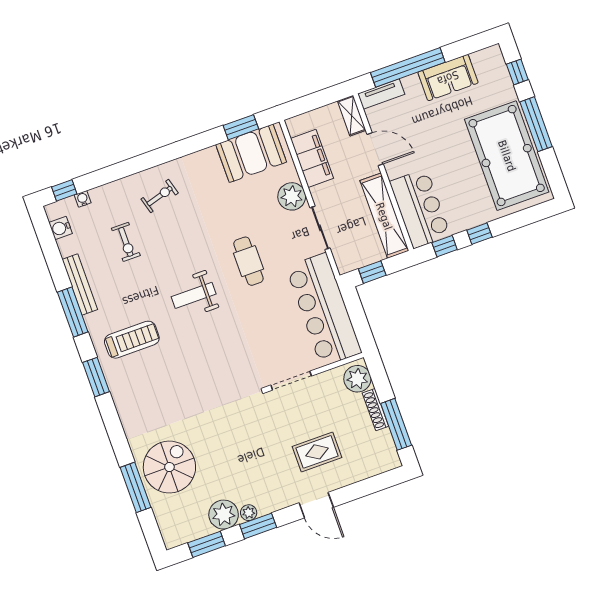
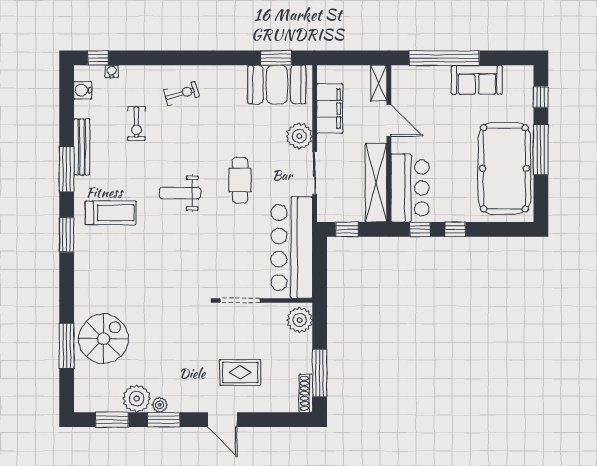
tv unit: (381, 94) -> (412, 73), removed
shoe rack: (375, 410) -> (306, 393), moved

